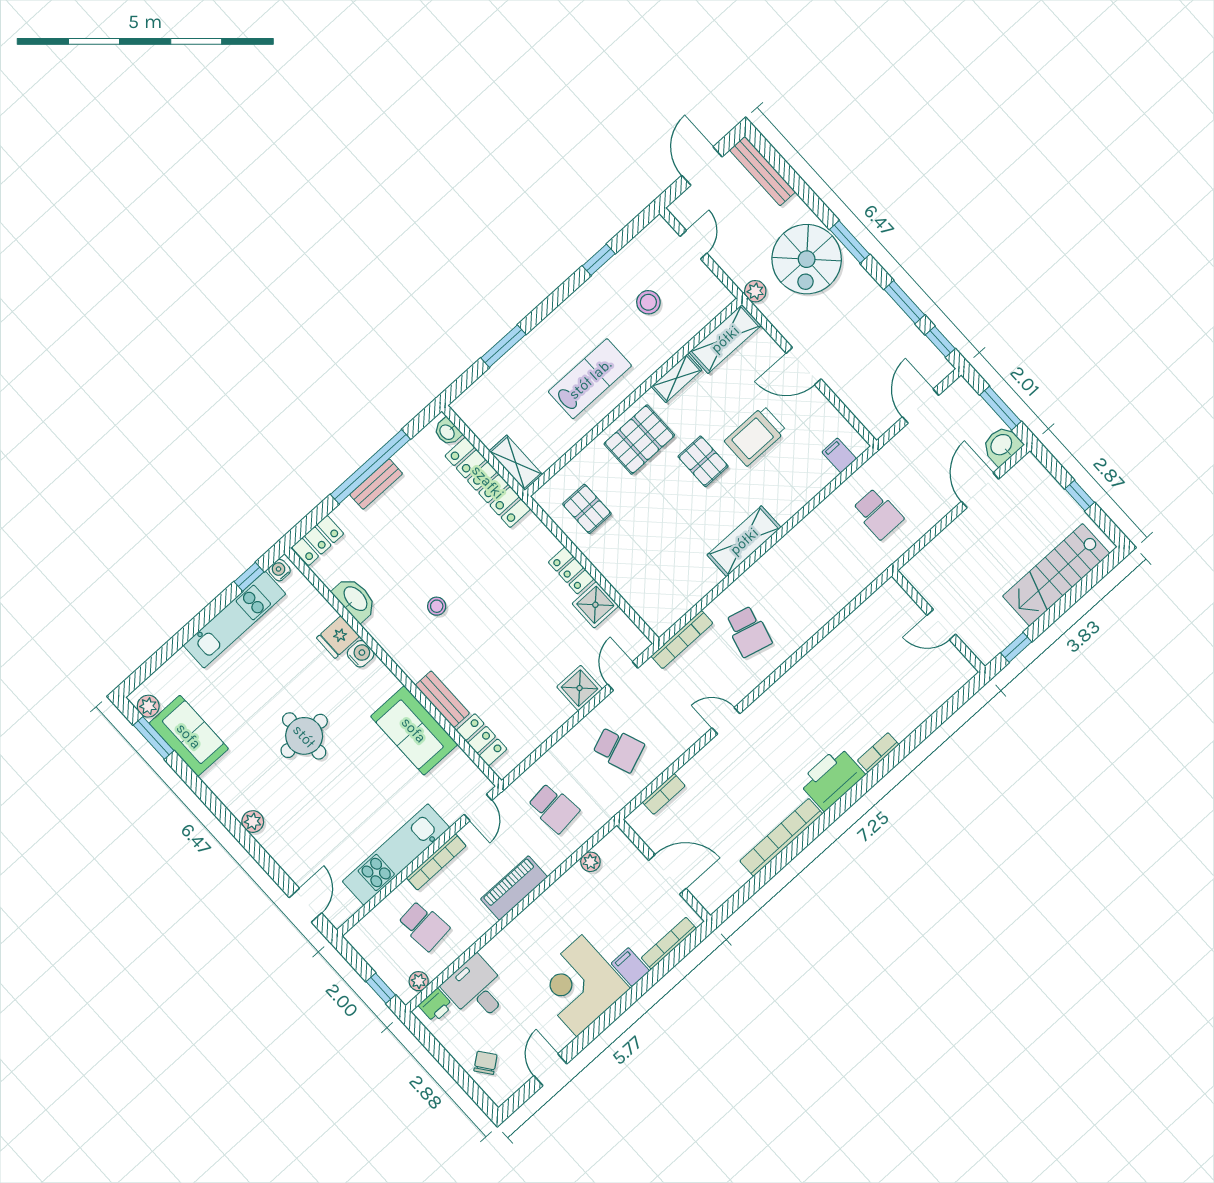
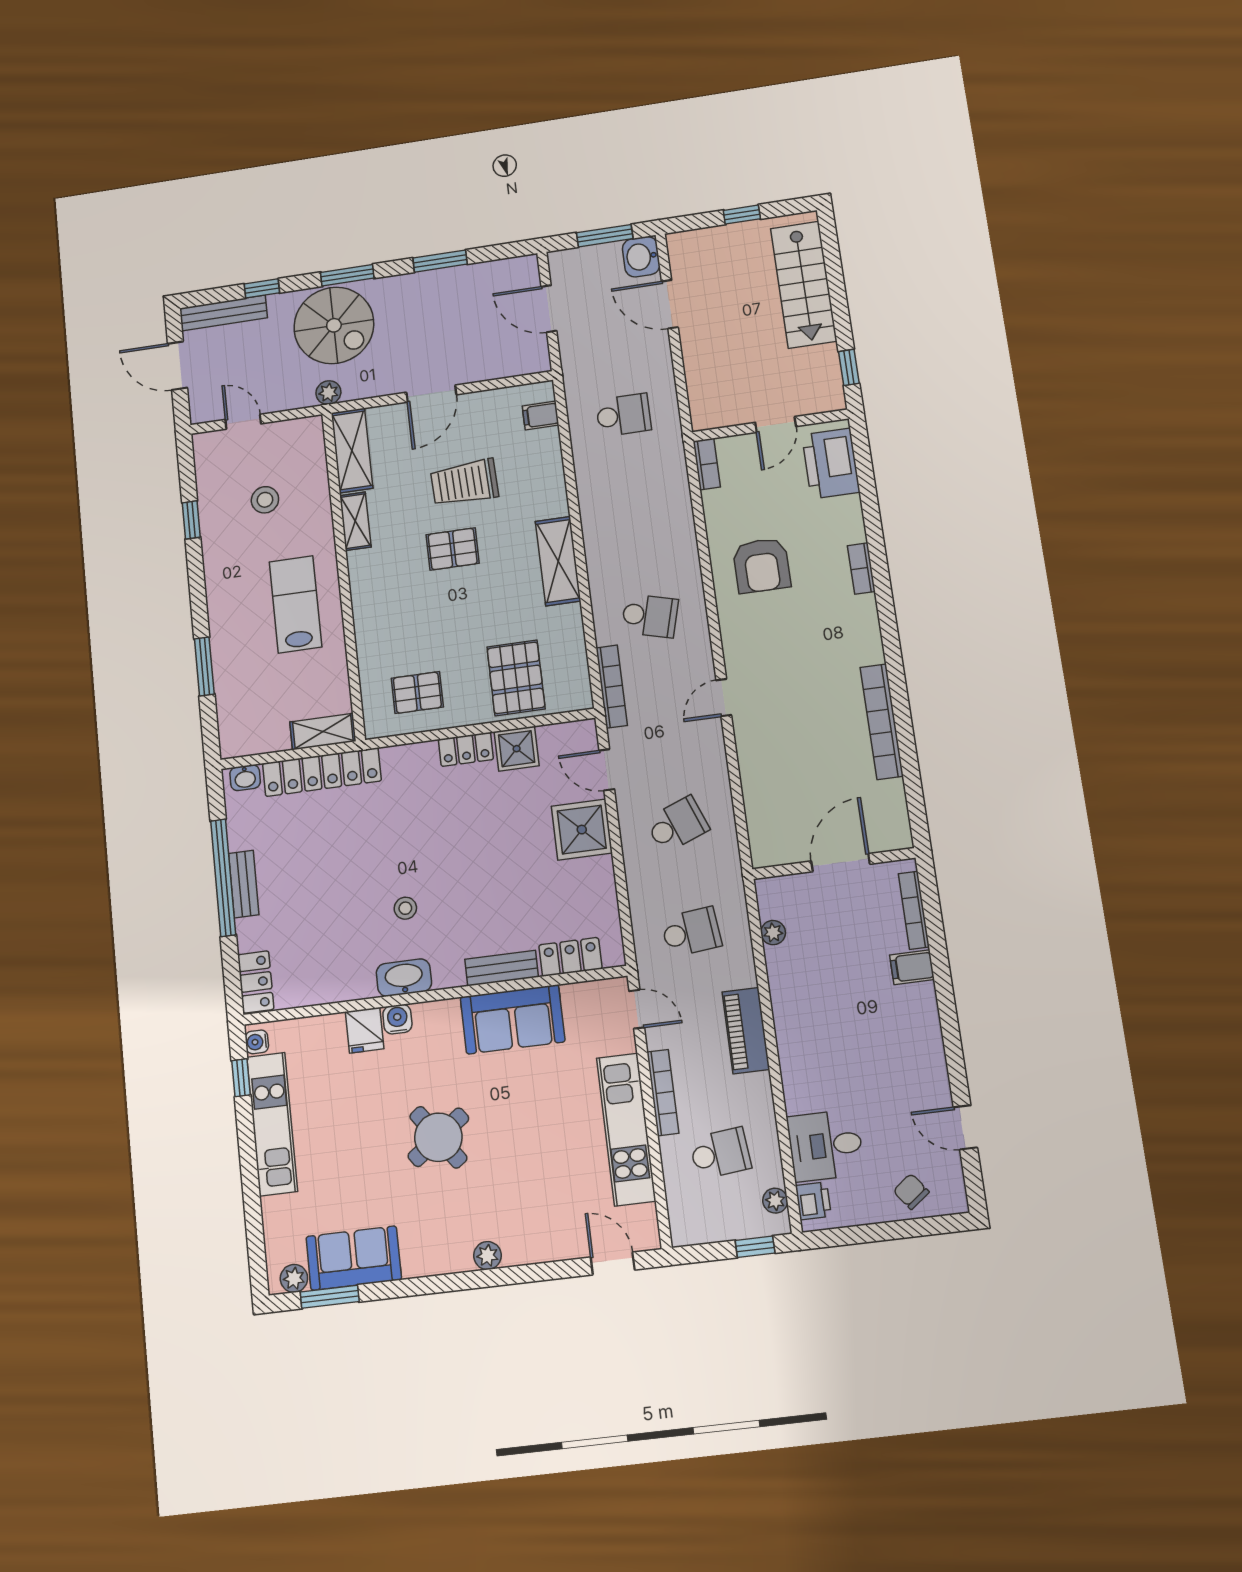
window: (940, 342) -> (262, 288), moved
trolley: (755, 436) -> (465, 483), turned 88
pallet: (639, 439) -> (516, 678), moved
washbasin: (355, 599) -> (404, 978), moved
armchair: (835, 683) -> (762, 565), added
shower: (580, 688) -> (582, 830), width x1.36, depth x1.36
round table: (304, 736) -> (438, 1137), turned -36
printer: (832, 779) -> (831, 463), moved
bookcase: (664, 794) -> (707, 464), moved
corner desk: (579, 986) -> (896, 1034), removed

